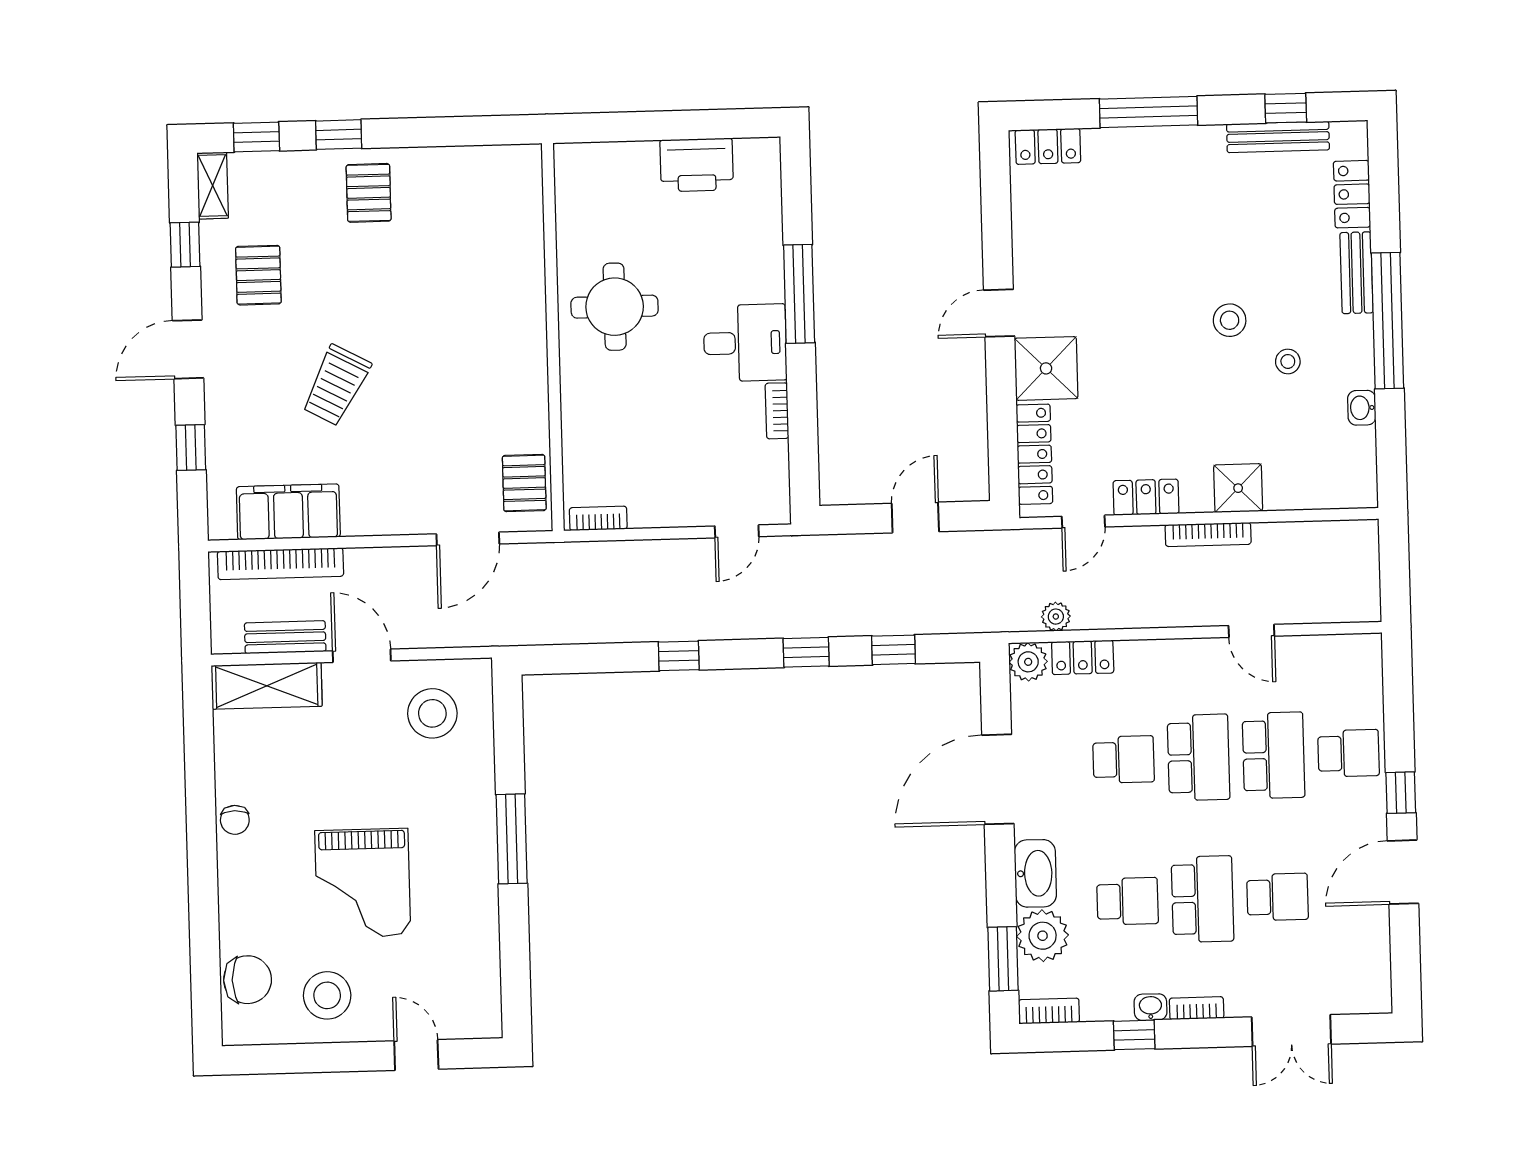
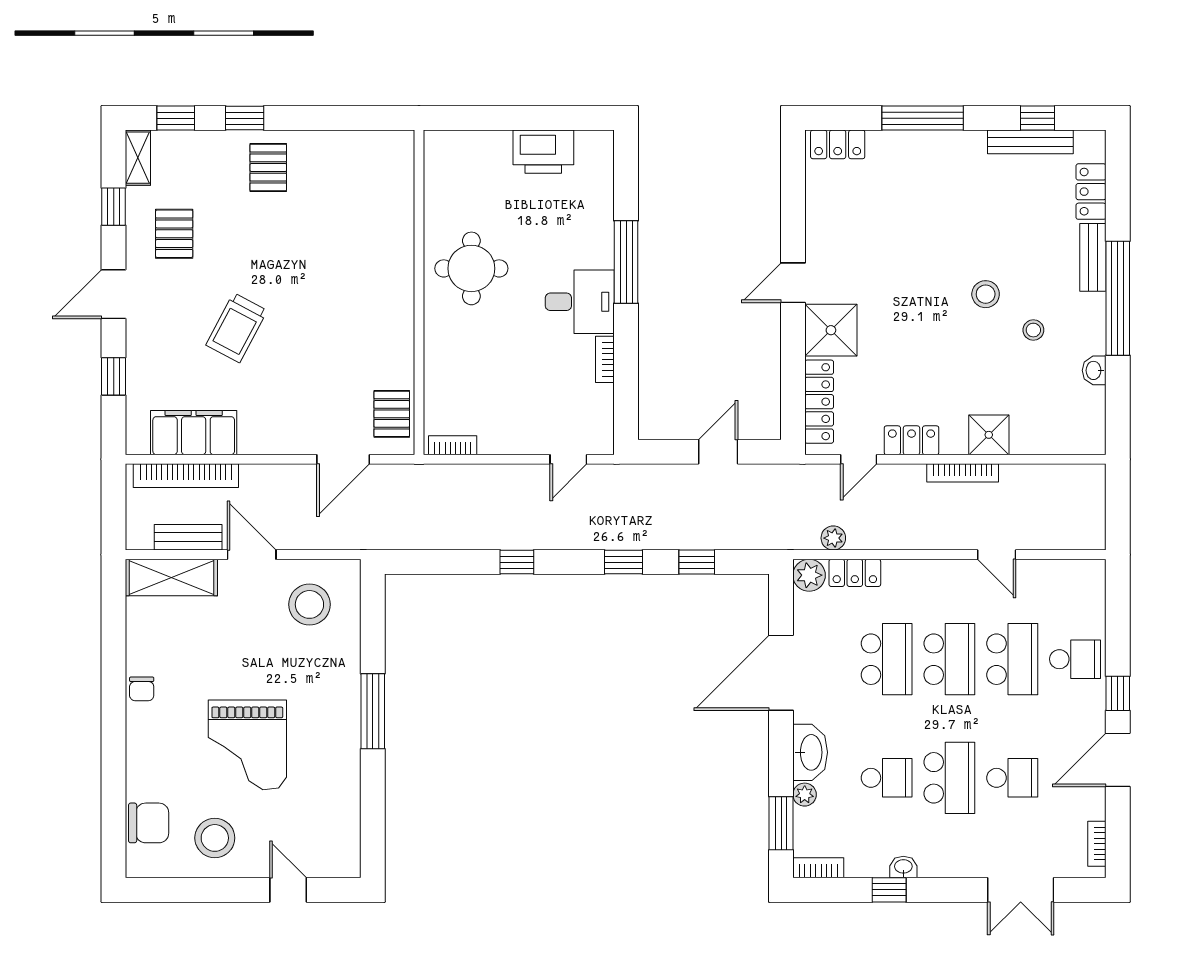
school desk: (1124, 760) -> (887, 659), width x1.85
plant: (1043, 936) -> (805, 795), width x0.53, depth x0.53
bookcase: (1197, 1008) -> (1097, 844), moved, turned -90

